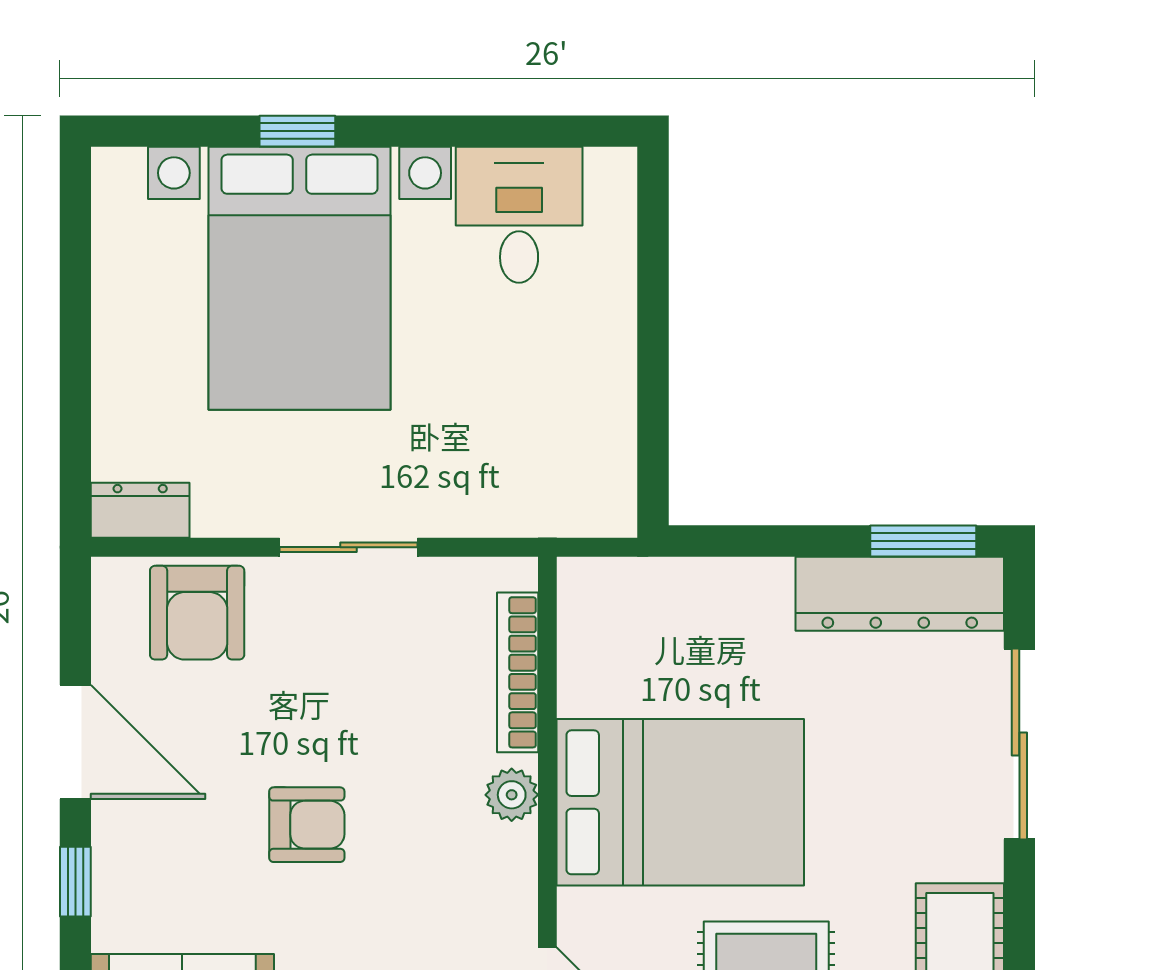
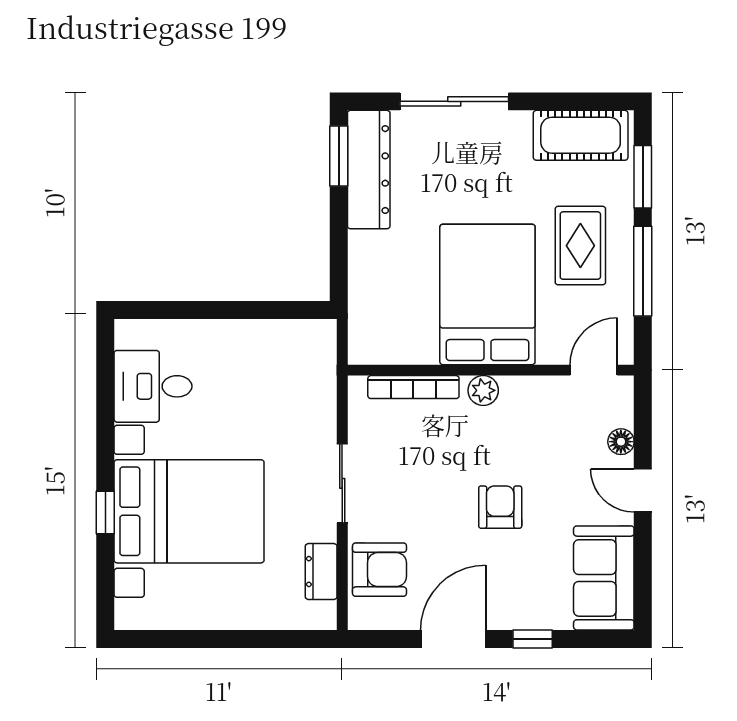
dresser: (140, 510) -> (321, 572), moved

